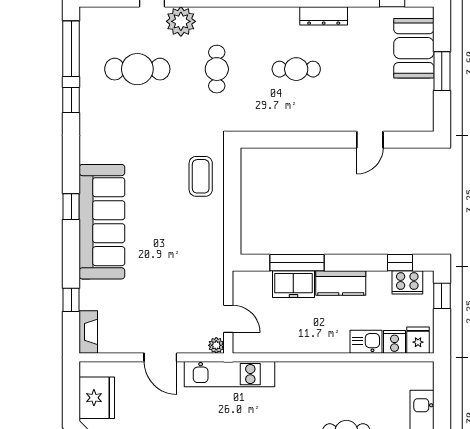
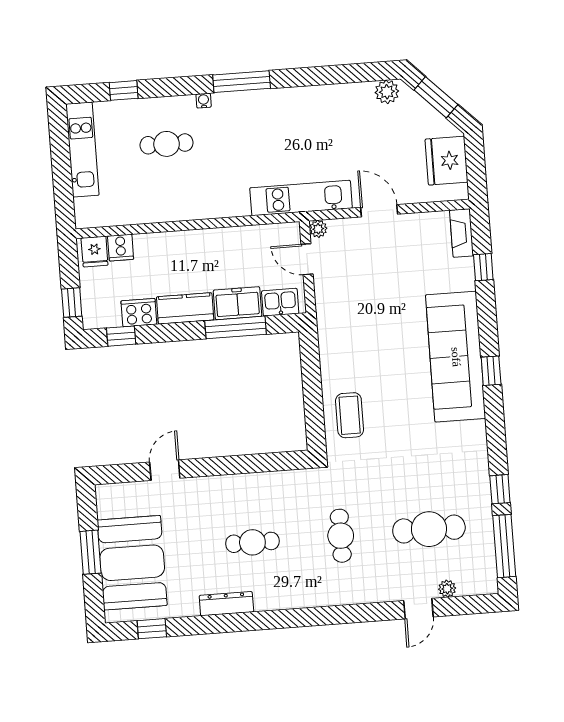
plant: (181, 21) -> (447, 589), moved, width x0.53, depth x0.53
booth: (414, 48) -> (132, 563), width x1.36, depth x1.42
cooker: (407, 282) -> (139, 313), moved
kitchen sink: (366, 342) -> (280, 302), moved, turned 180

